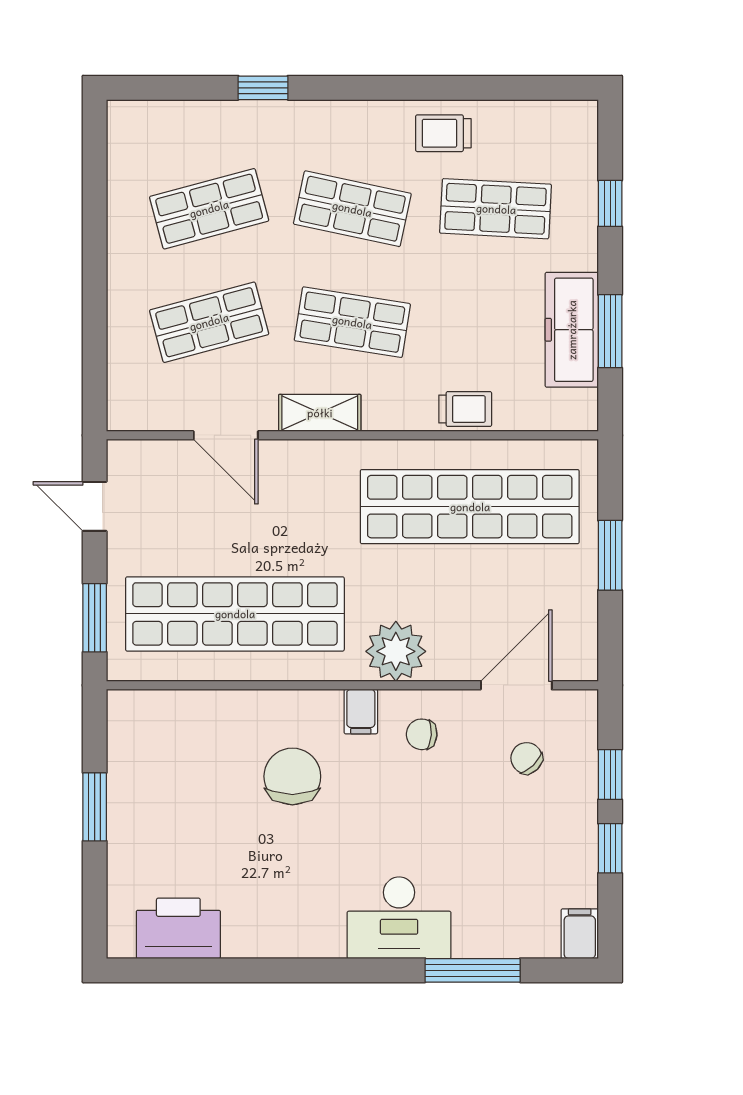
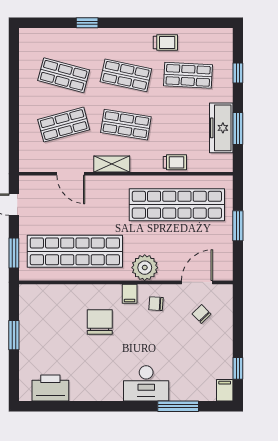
trolley: (443, 133) -> (165, 42), turned 180
shop shelf: (209, 209) -> (64, 75), turned 30
window: (610, 774) -> (238, 321), removed
window: (610, 848) -> (238, 368), moved

